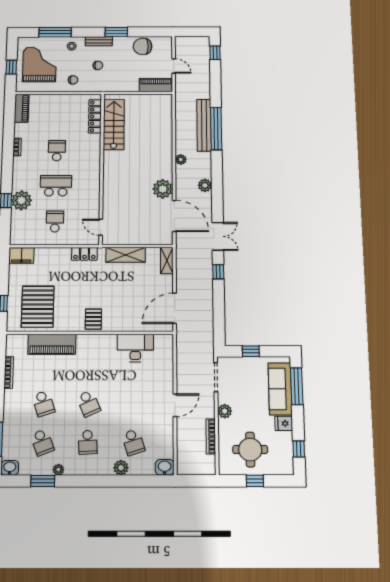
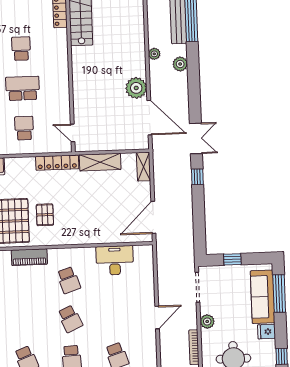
plant: (205, 185) -> (180, 64), moved
locker: (84, 254) -> (57, 163), width x1.53
pallet: (93, 319) -> (45, 215), moved
piano: (52, 344) -> (29, 257), width x0.73, depth x0.75
school desk: (43, 404) -> (69, 280), moved

